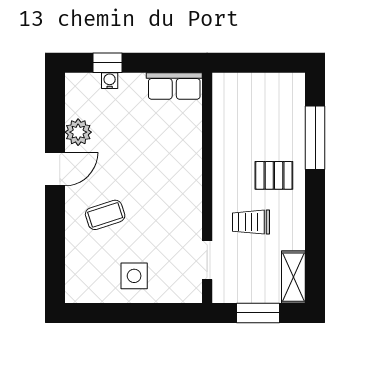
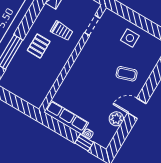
row of seats: (174, 86) -> (66, 118), width x1.48
pallet: (274, 175) -> (39, 46), turned 90

